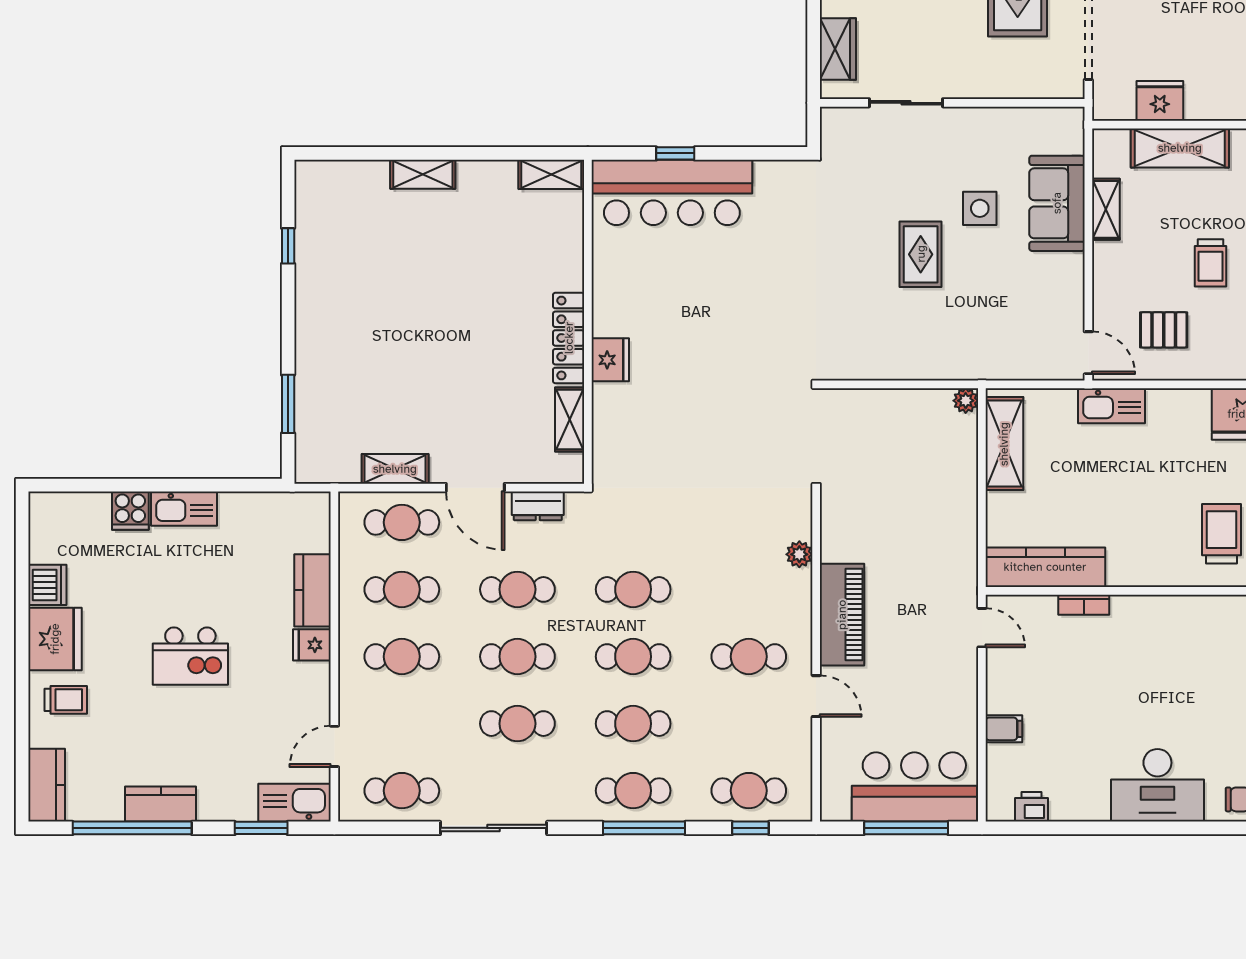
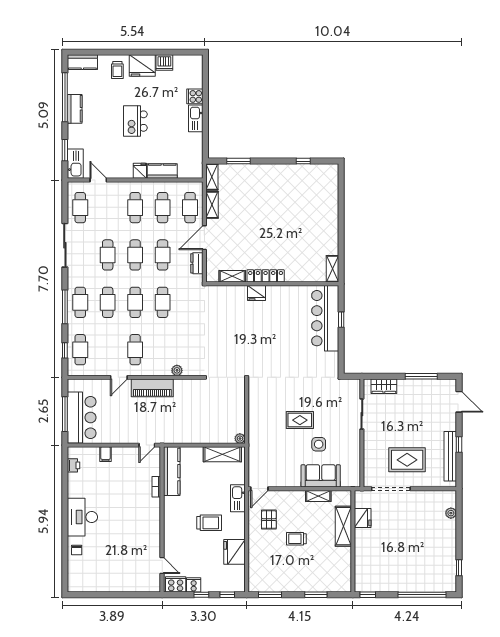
shelving: (423, 174) -> (212, 177), moved
trolley: (1221, 534) -> (209, 523), moved

